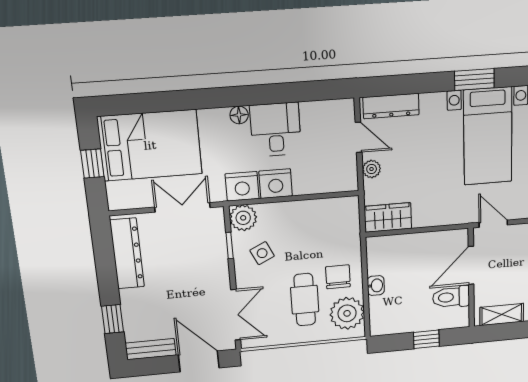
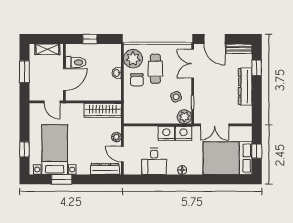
desk: (276, 130) -> (154, 161), moved
wardrobe: (388, 217) -> (103, 110), width x1.50
dresser: (127, 254) -> (245, 87), moved

